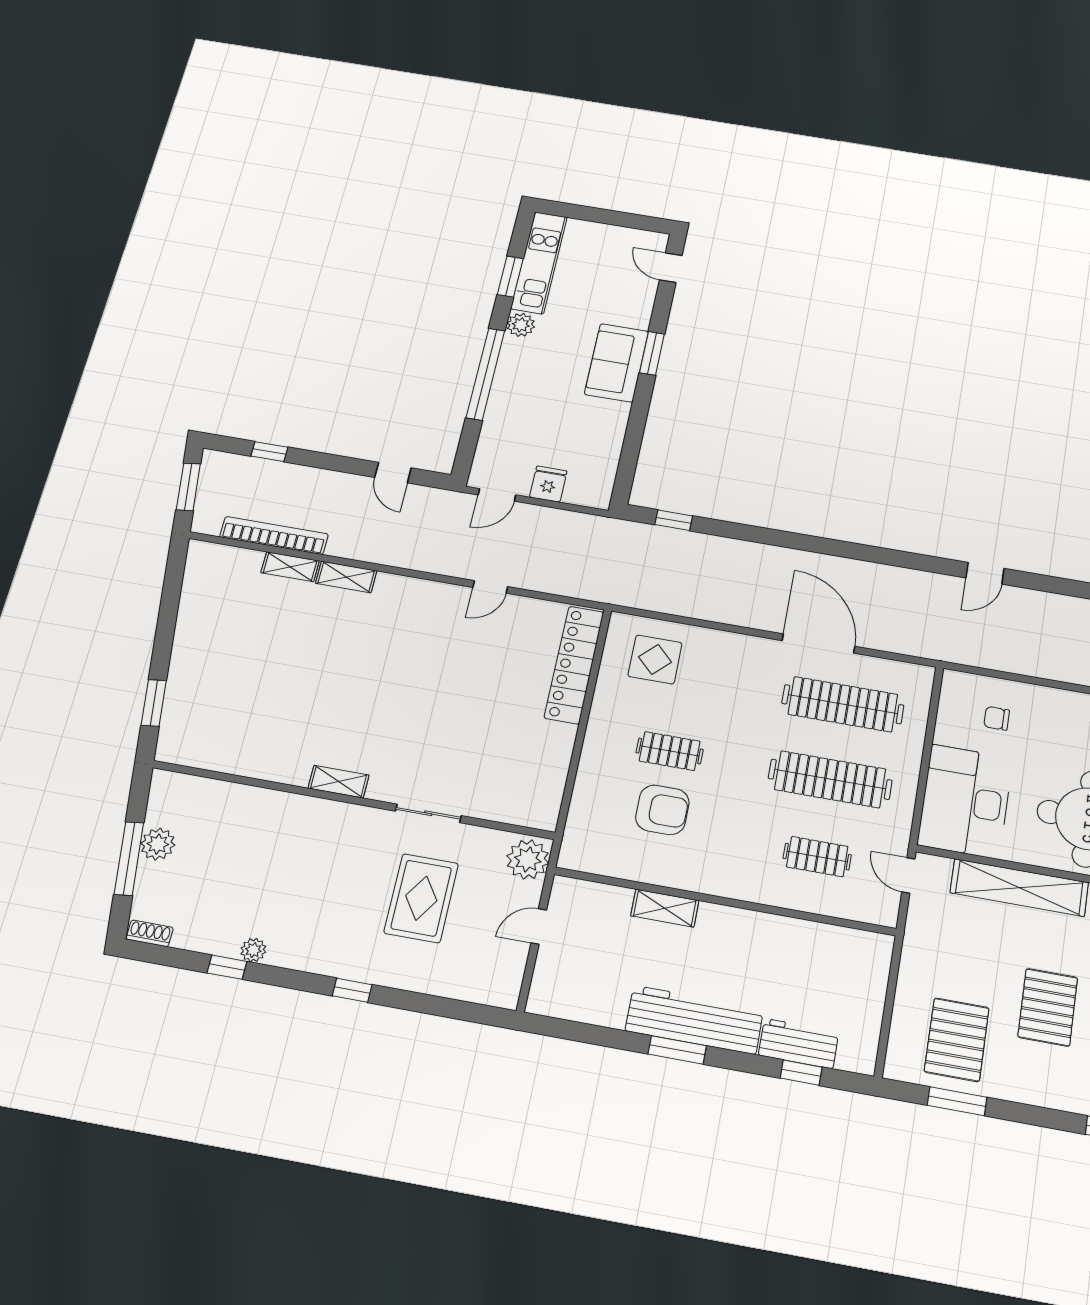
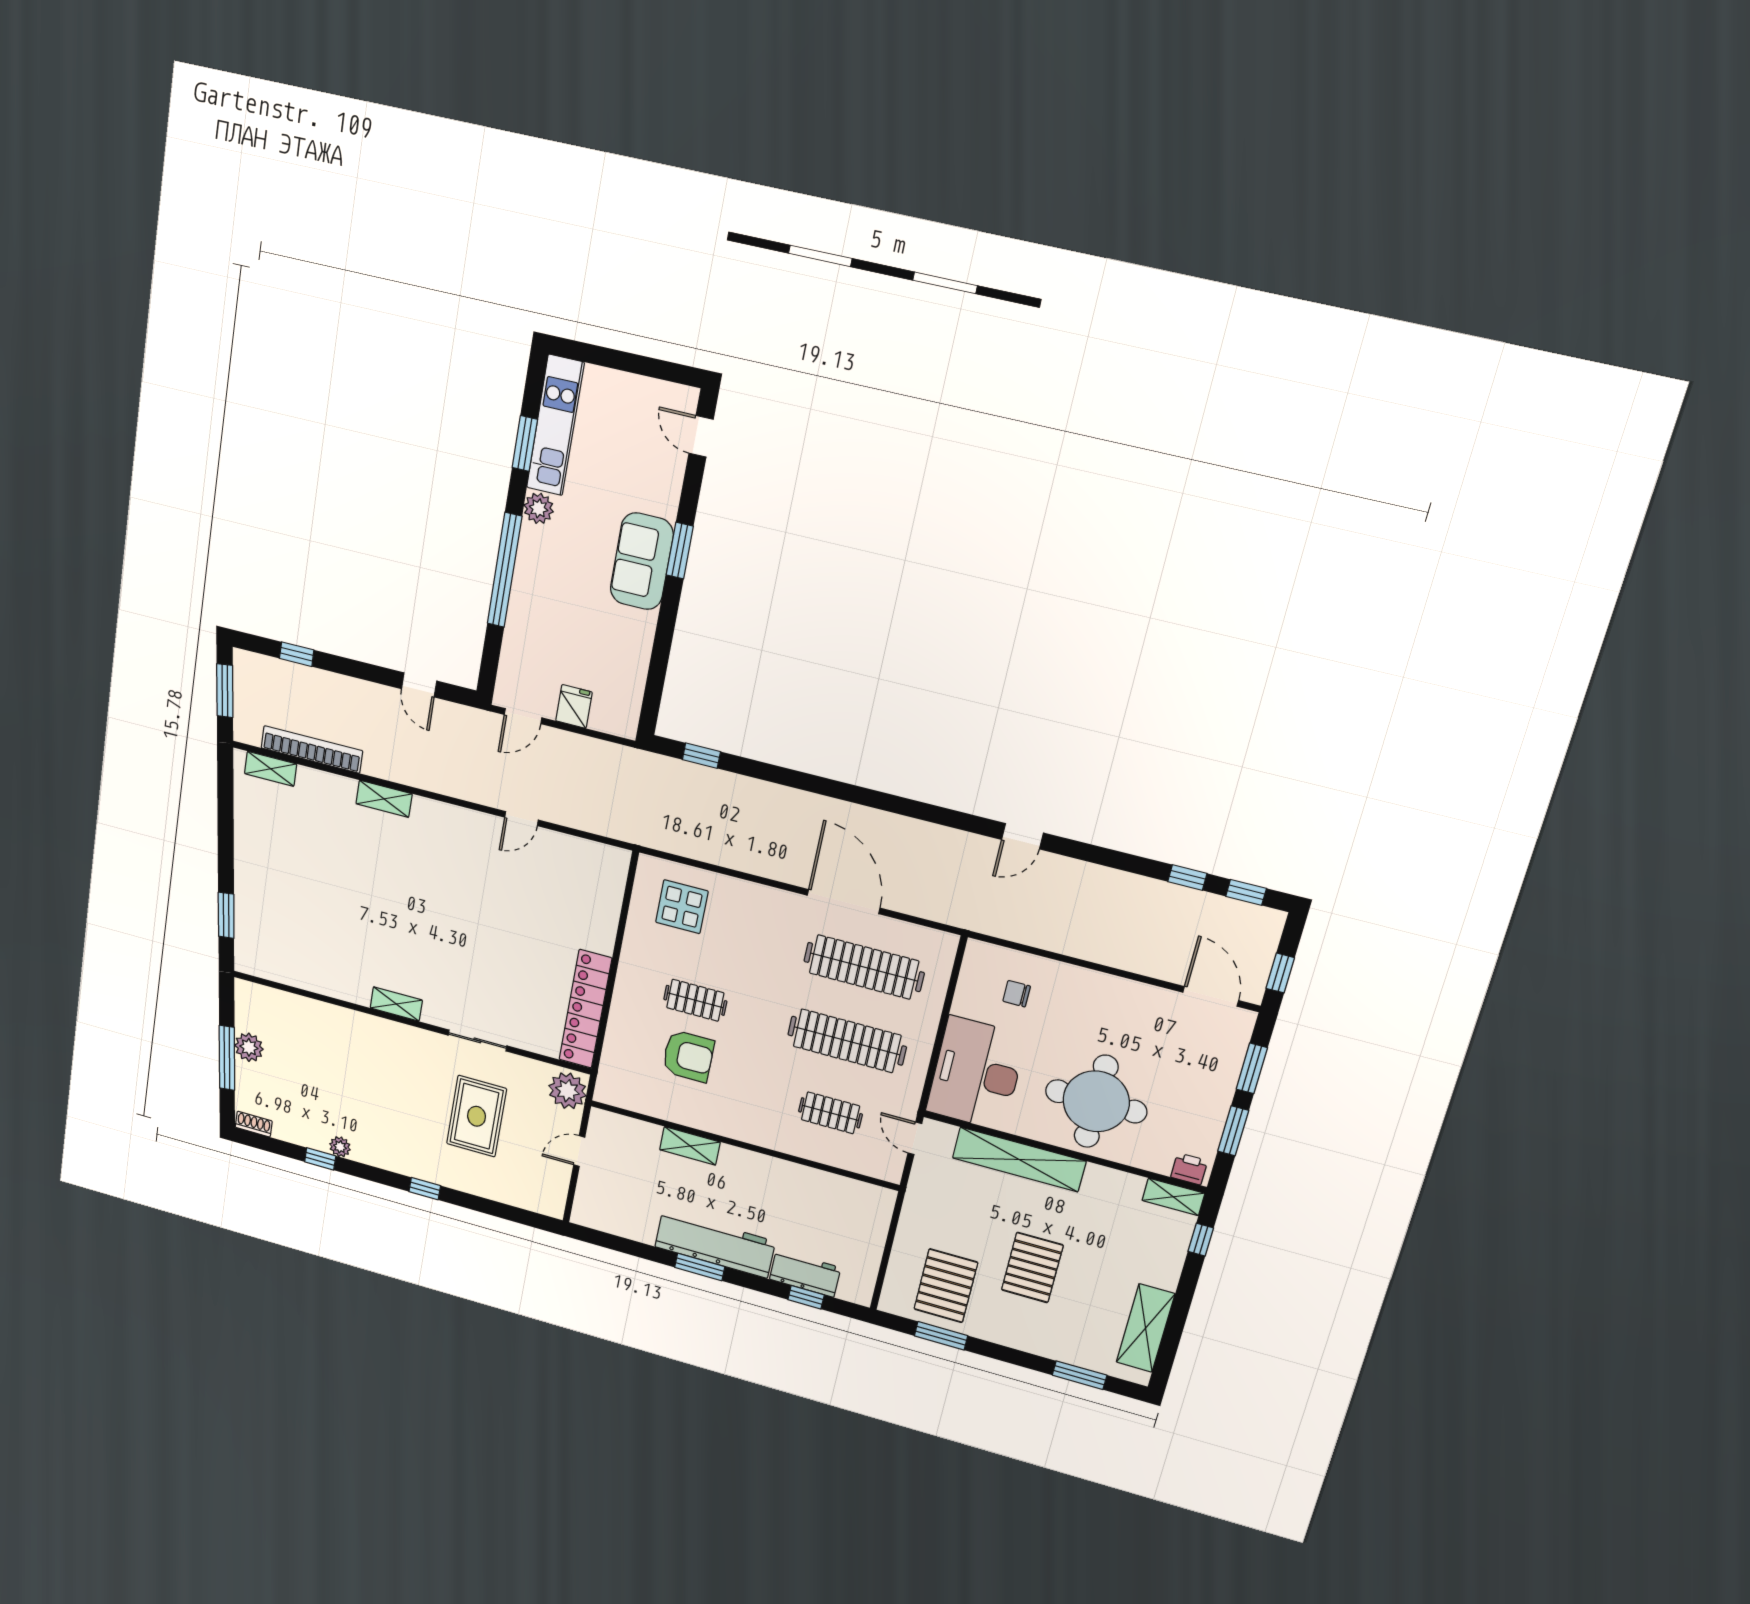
shelving: (290, 567) -> (271, 769), moved
locker: (574, 665) -> (585, 1009), moved

